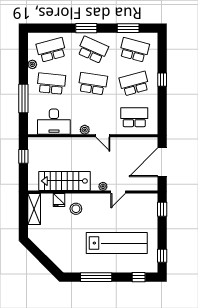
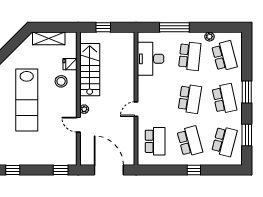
school desk: (93, 50) -> (224, 99), turned -36
plant: (85, 130) -> (142, 90), removed
window: (23, 156) -> (103, 27), moved
shelving: (34, 209) -> (49, 38), moved
lab bench: (117, 243) -> (27, 100), moved

